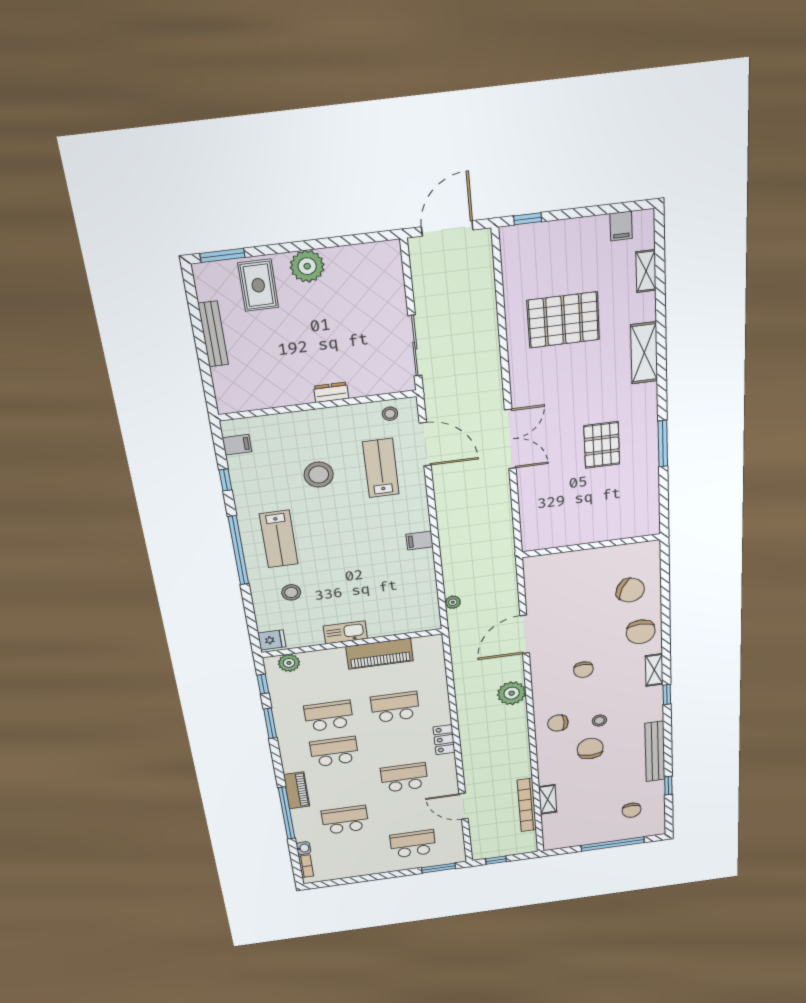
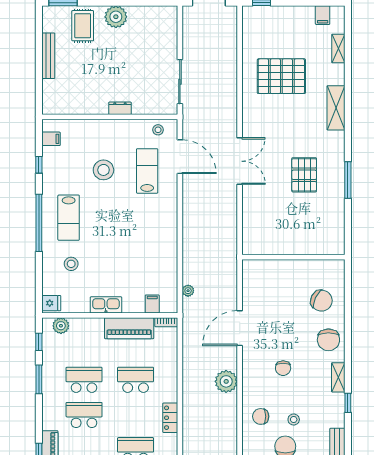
filing cabinet: (420, 541) -> (152, 304), moved, turned 90
bookcase: (428, 641) -> (166, 322), added

